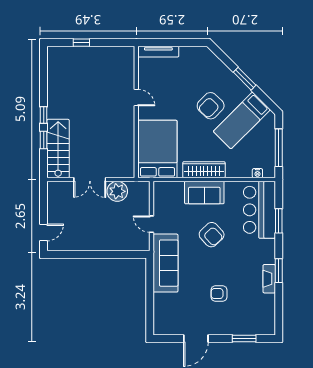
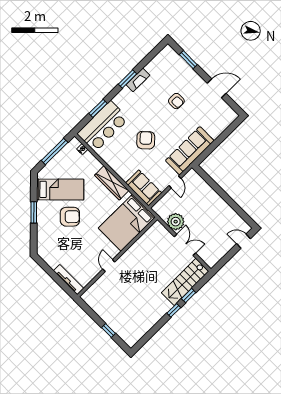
sofa: (204, 193) -> (144, 188), moved

